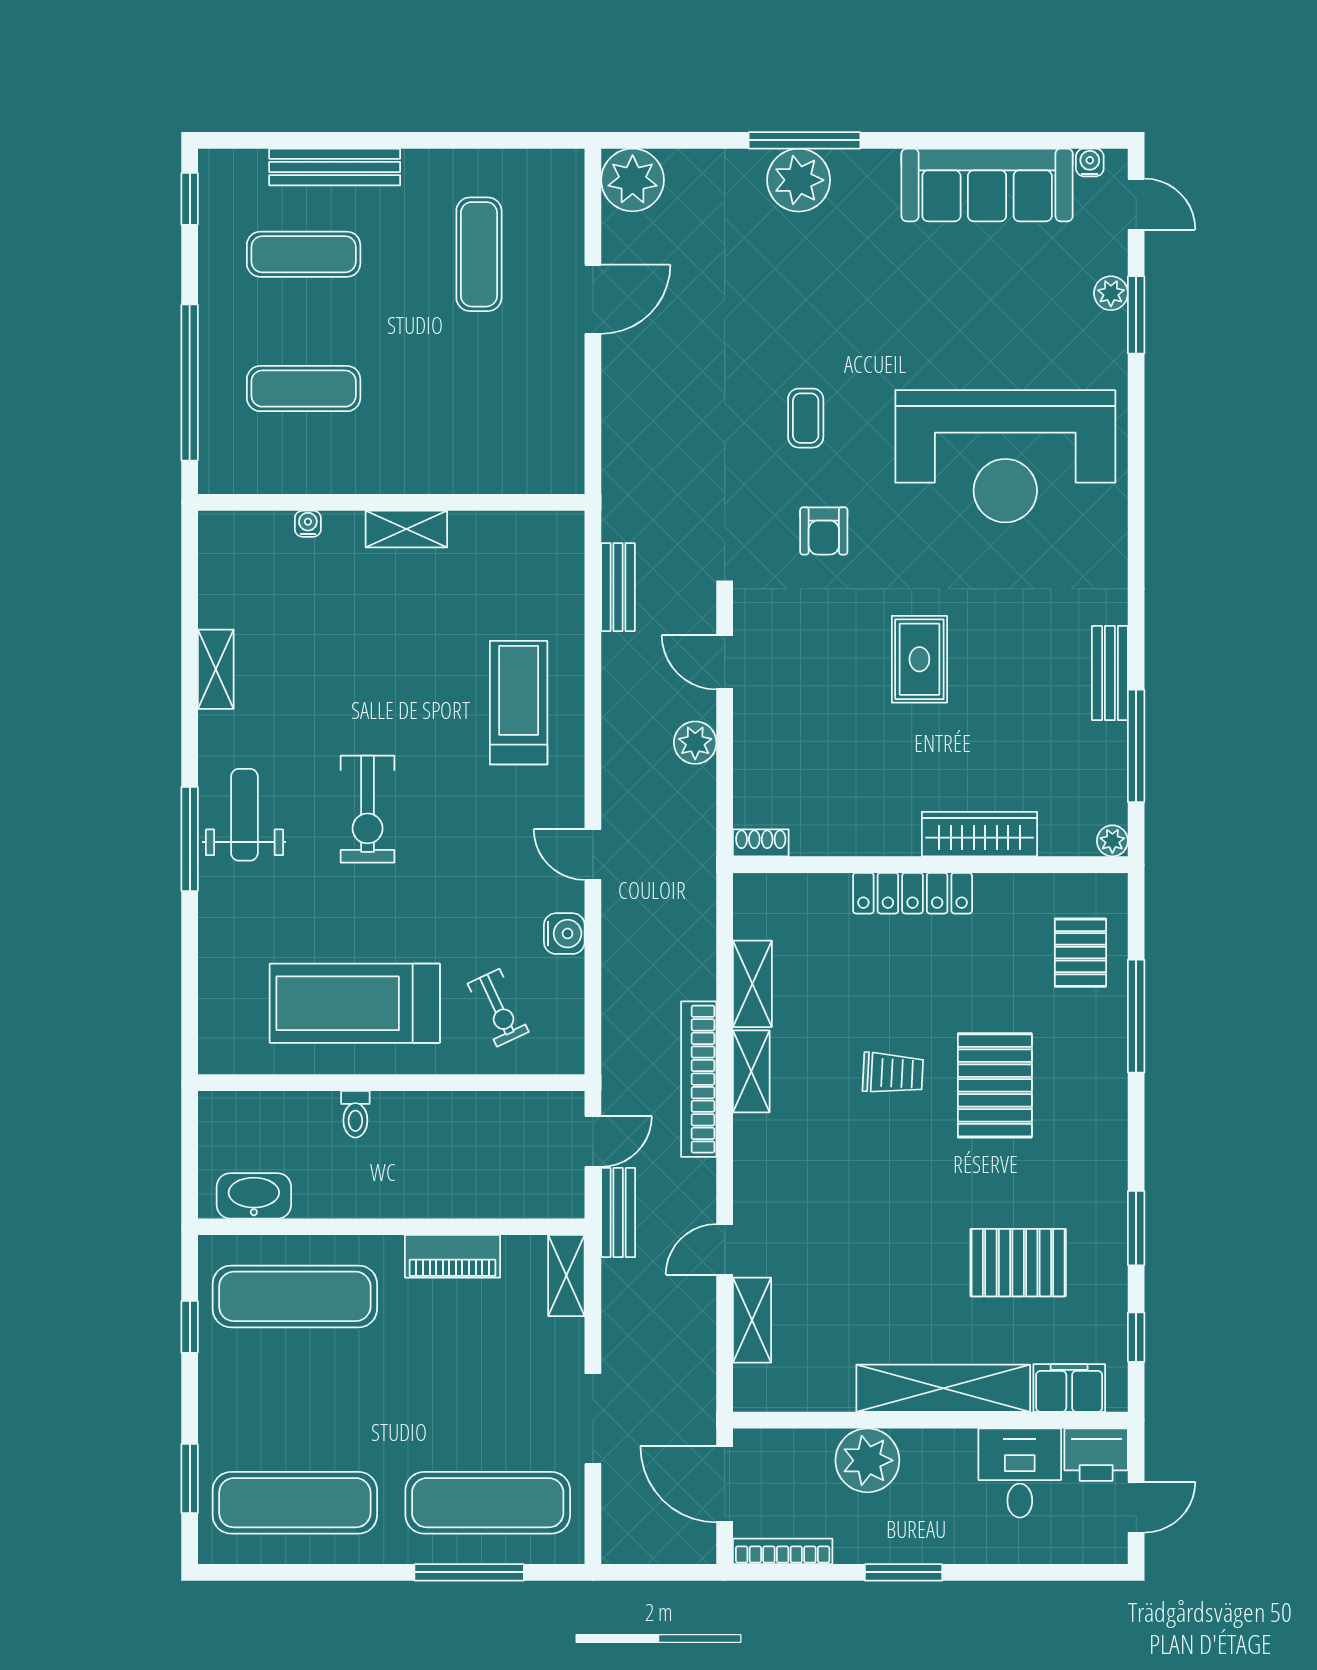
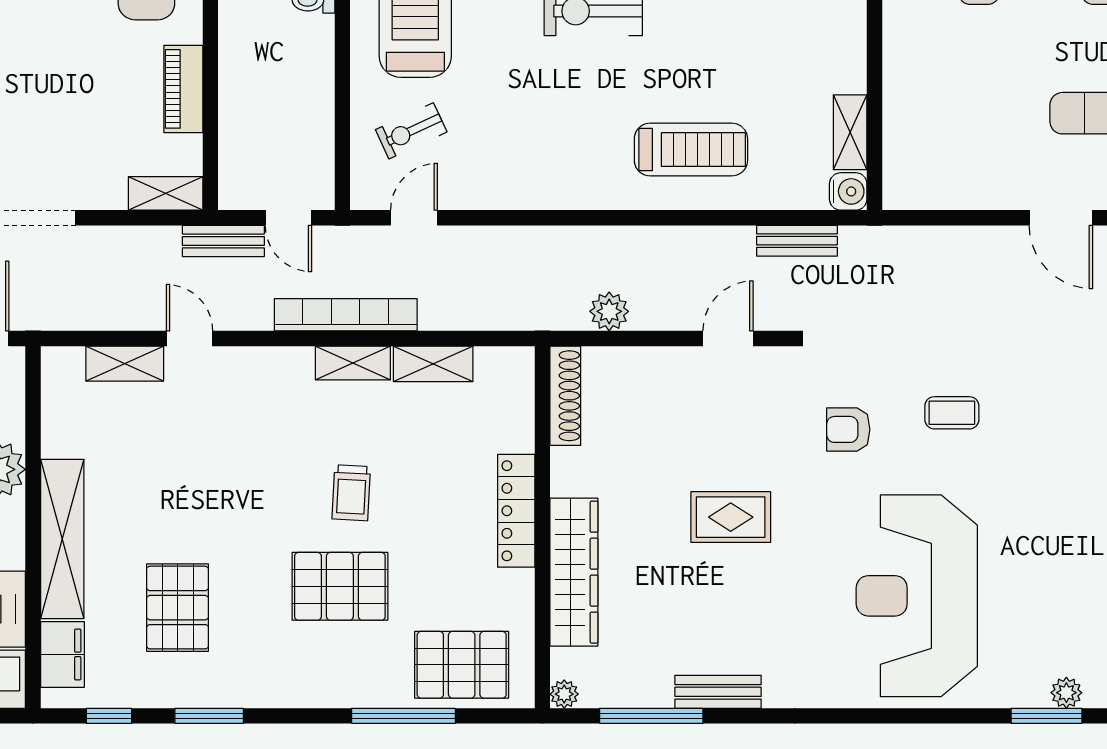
shelving: (406, 529) -> (850, 132), moved
plant: (695, 743) -> (609, 311), moved
wardrobe: (979, 834) -> (574, 572), width x1.40, depth x1.17
shoe rack: (761, 843) -> (565, 396), width x1.94, depth x1.24
door: (593, 854) -> (414, 218), moved
water cooler: (564, 934) -> (848, 191), moved, turned -90
pallet: (1080, 953) -> (462, 665), width x1.50, depth x1.42

